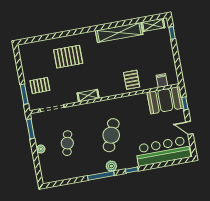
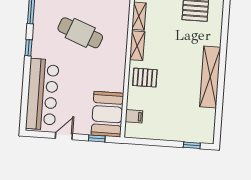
shelving: (153, 25) -> (137, 46), moved
plant: (111, 166) -> (40, 23), removed

